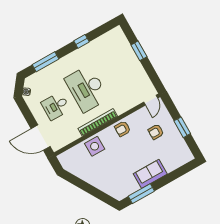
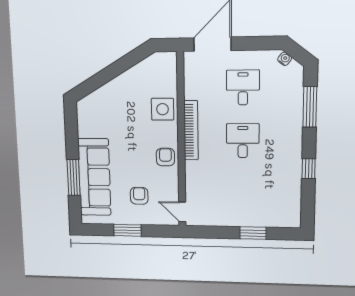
desk: (87, 89) -> (243, 141), width x0.53, depth x0.77
sofa: (150, 174) -> (94, 177), width x1.85, depth x1.27
window: (141, 194) -> (73, 177), moved

